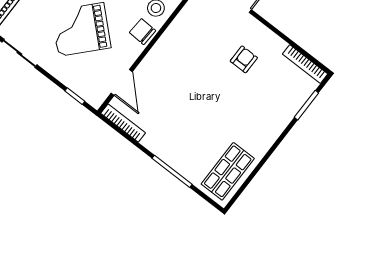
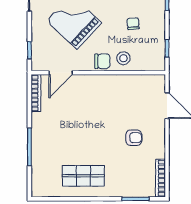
chair: (143, 32) -> (102, 61), turned 87
shop shelf: (228, 171) -> (83, 176), moved

